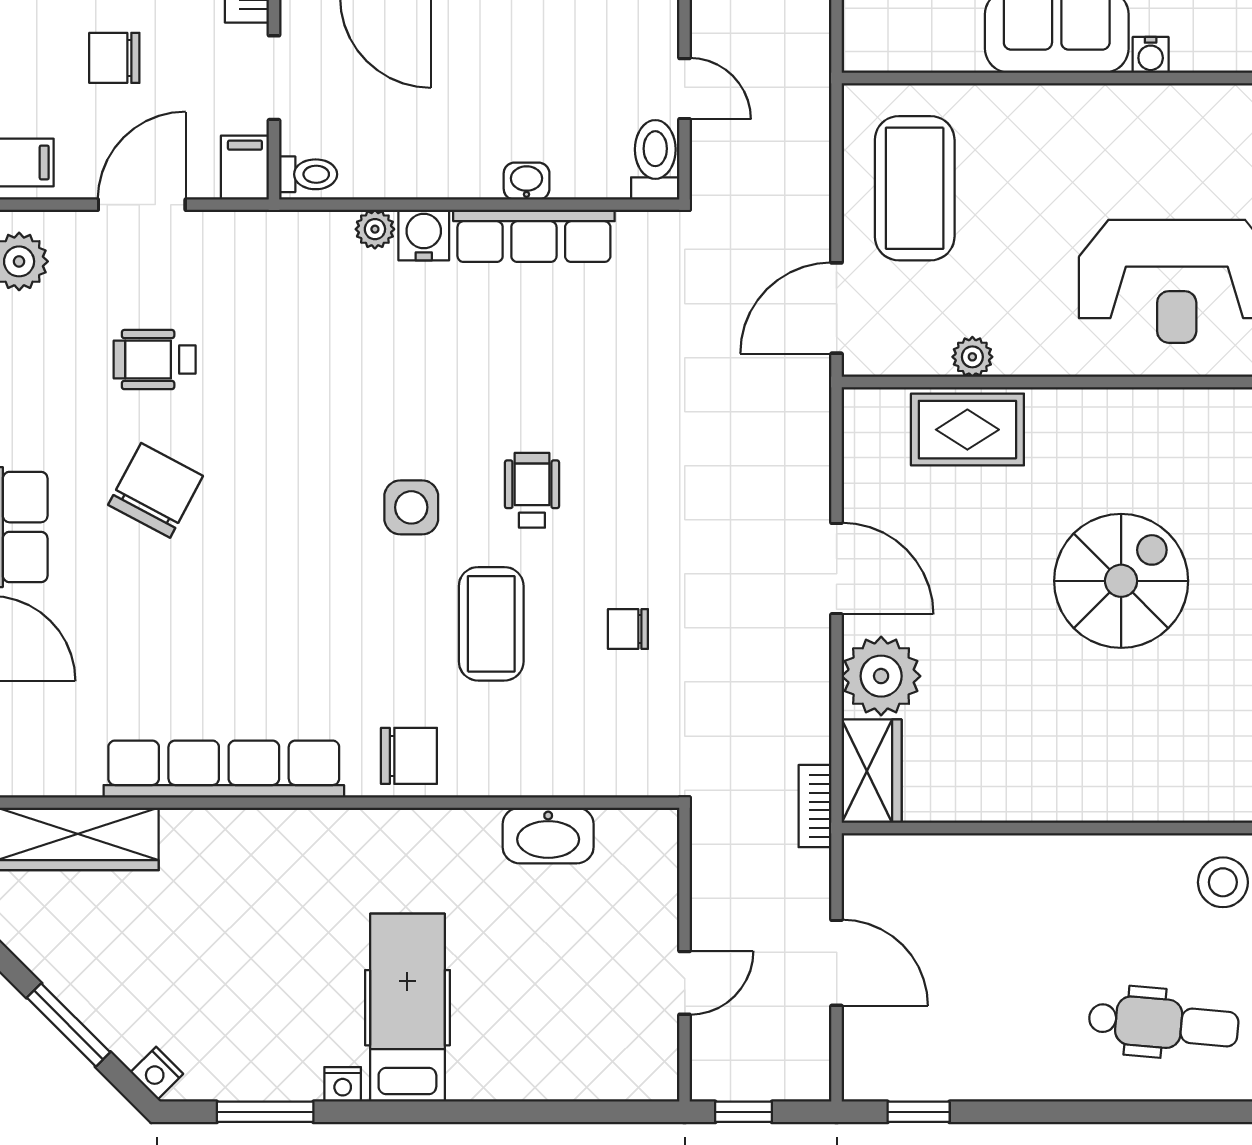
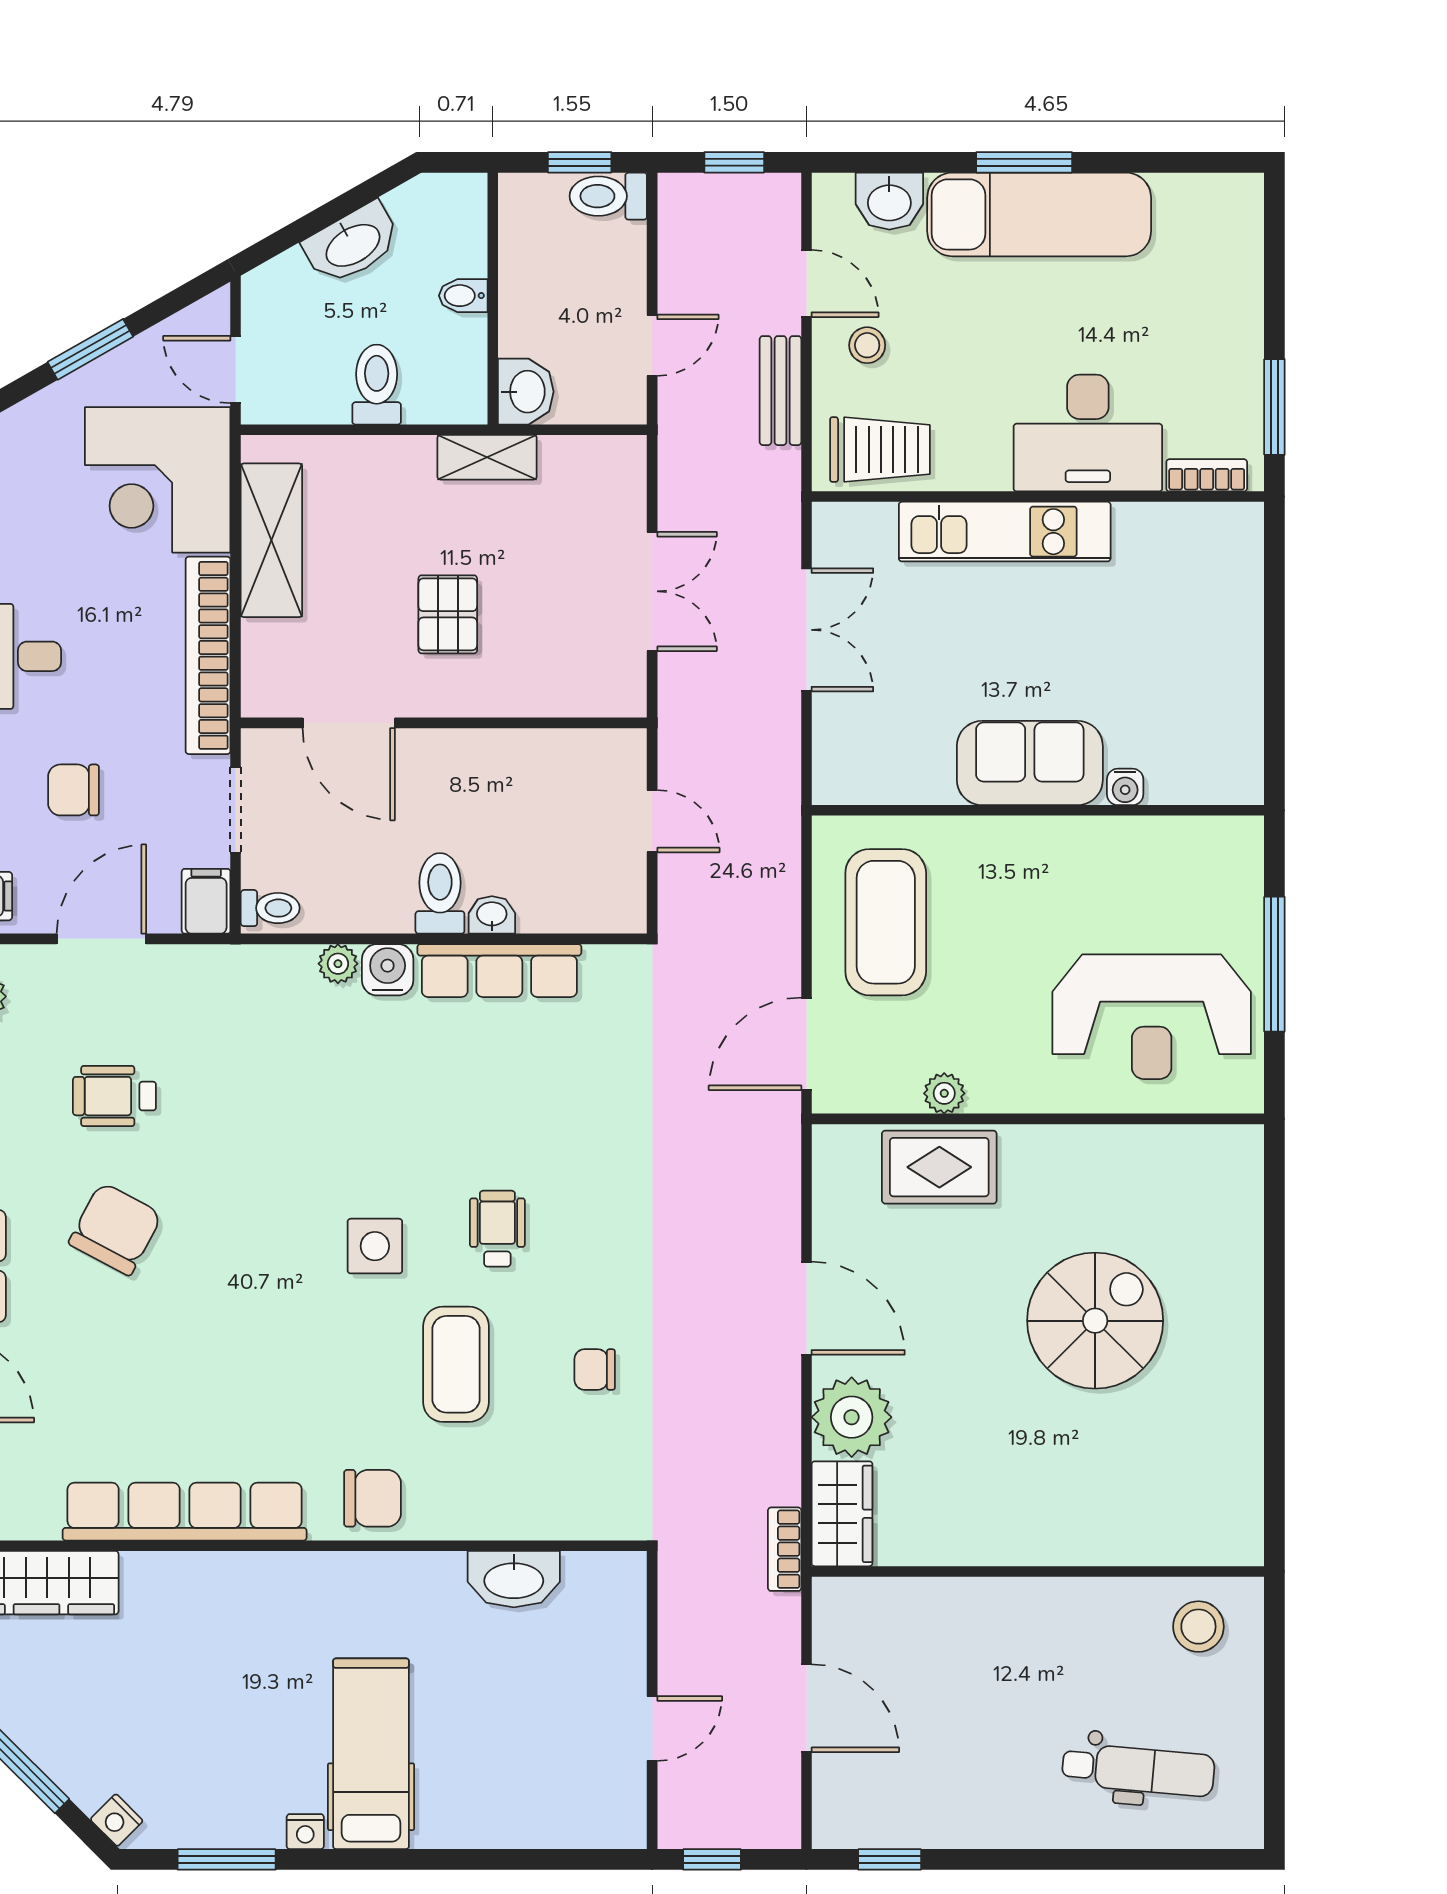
toilet: (655, 160) -> (440, 893), moved

